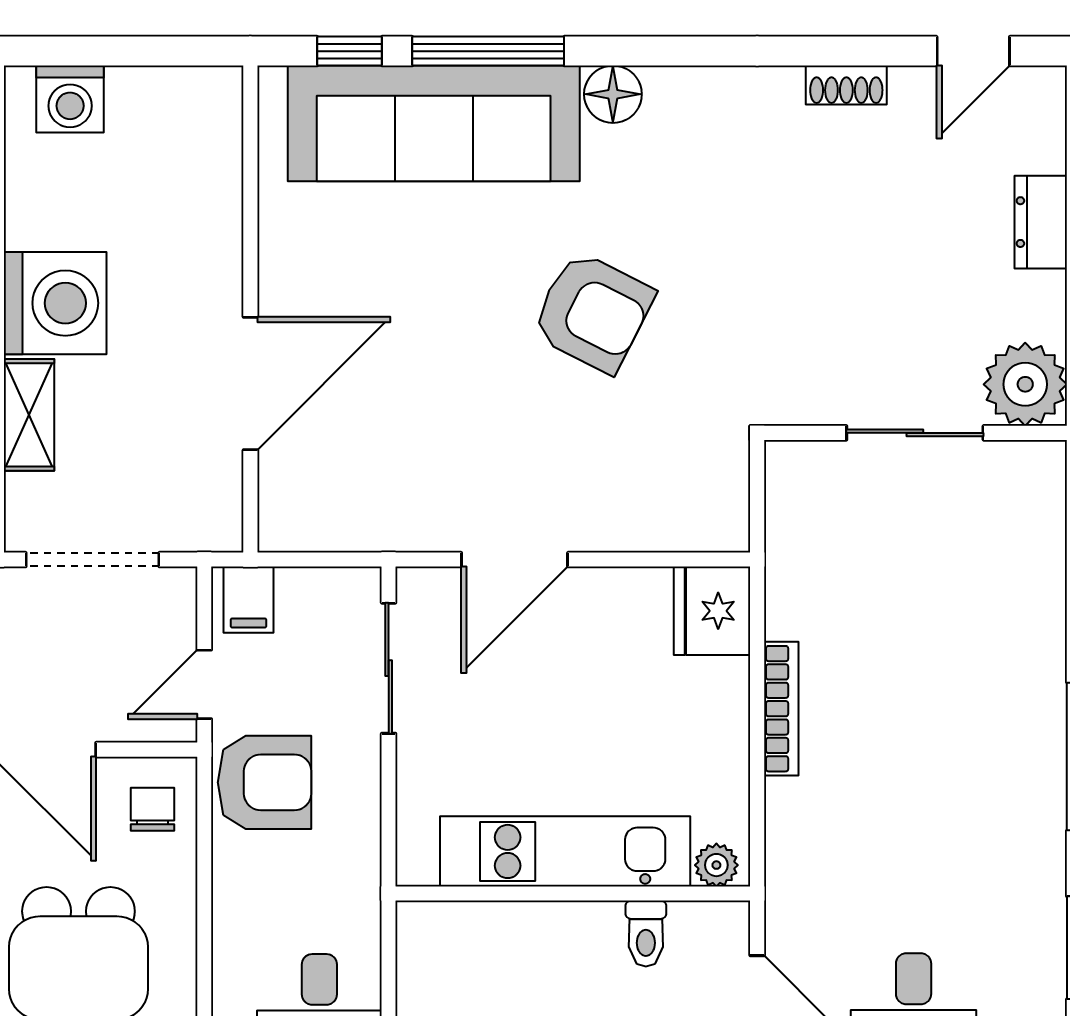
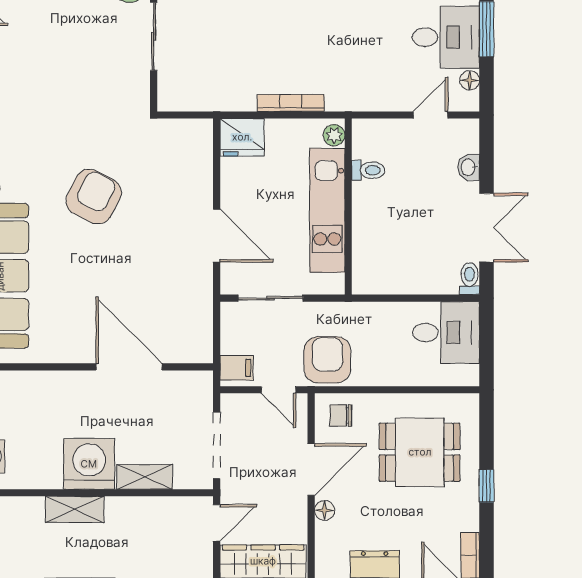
kitchen unit: (565, 851) -> (327, 210), moved
plant: (716, 865) -> (334, 135), moved
wall: (573, 894) -> (348, 207), moved
toilet: (646, 934) -> (368, 170), moved

